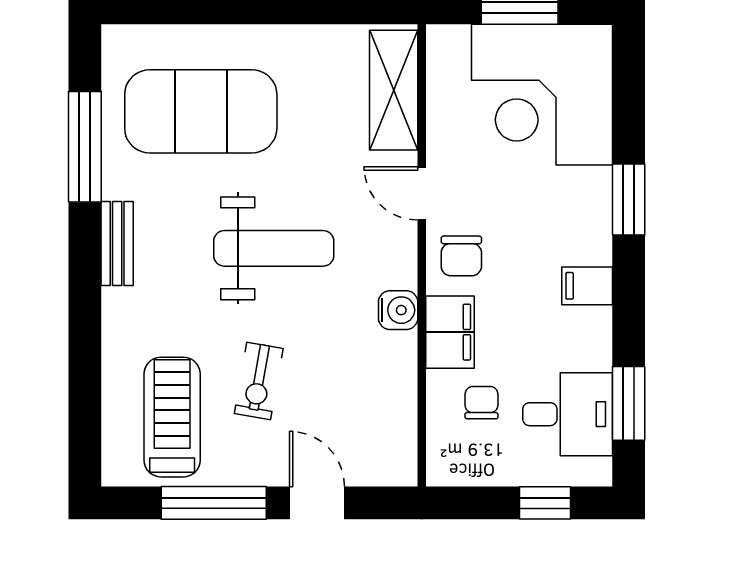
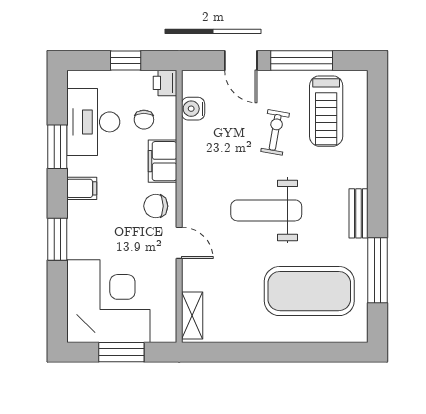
shelving: (394, 90) -> (192, 315), width x0.67, depth x0.75
chair: (461, 256) -> (156, 206), turned -90
water cooler: (398, 310) -> (193, 109), moved
window: (629, 403) -> (57, 147), moved
desk: (568, 414) -> (93, 122), width x1.37
printer: (446, 465) -> (165, 83), added
window: (545, 503) -> (126, 61), moved

